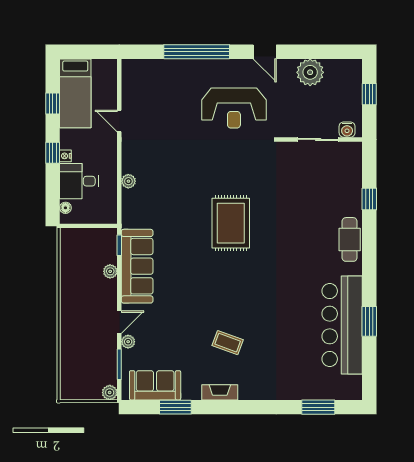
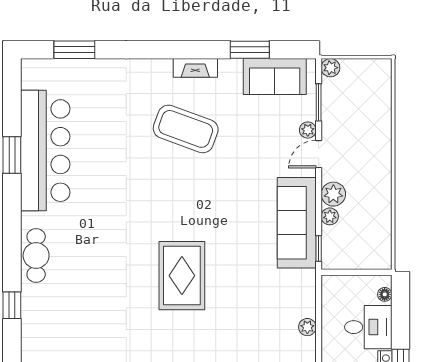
plant: (107, 290) -> (333, 194), added
coffee table: (228, 343) -> (186, 129), width x1.86, depth x1.72

